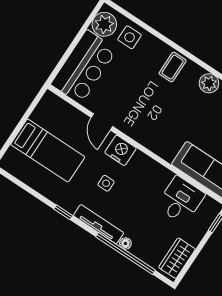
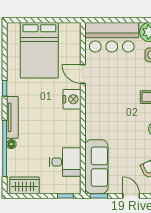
door: (102, 122) -> (83, 74), hinge flipped
bed: (48, 151) -> (39, 50), width x1.50
side table: (106, 183) -> (43, 104), removed

